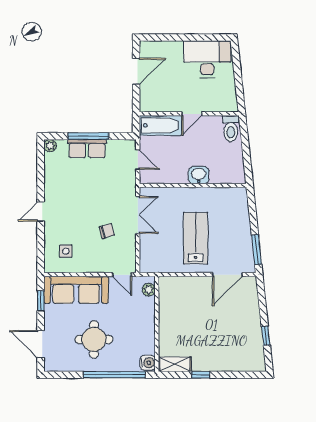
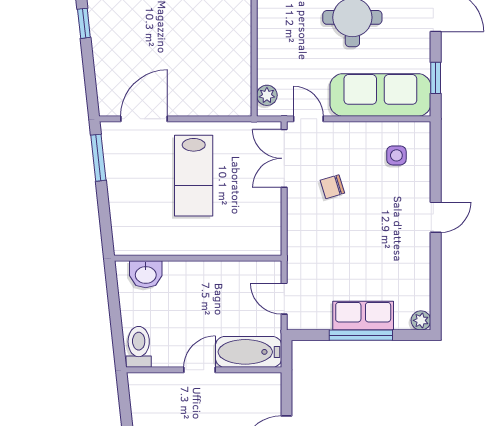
washbasin: (199, 175) -> (146, 274), moved
double door: (138, 215) -> (284, 158), moved

